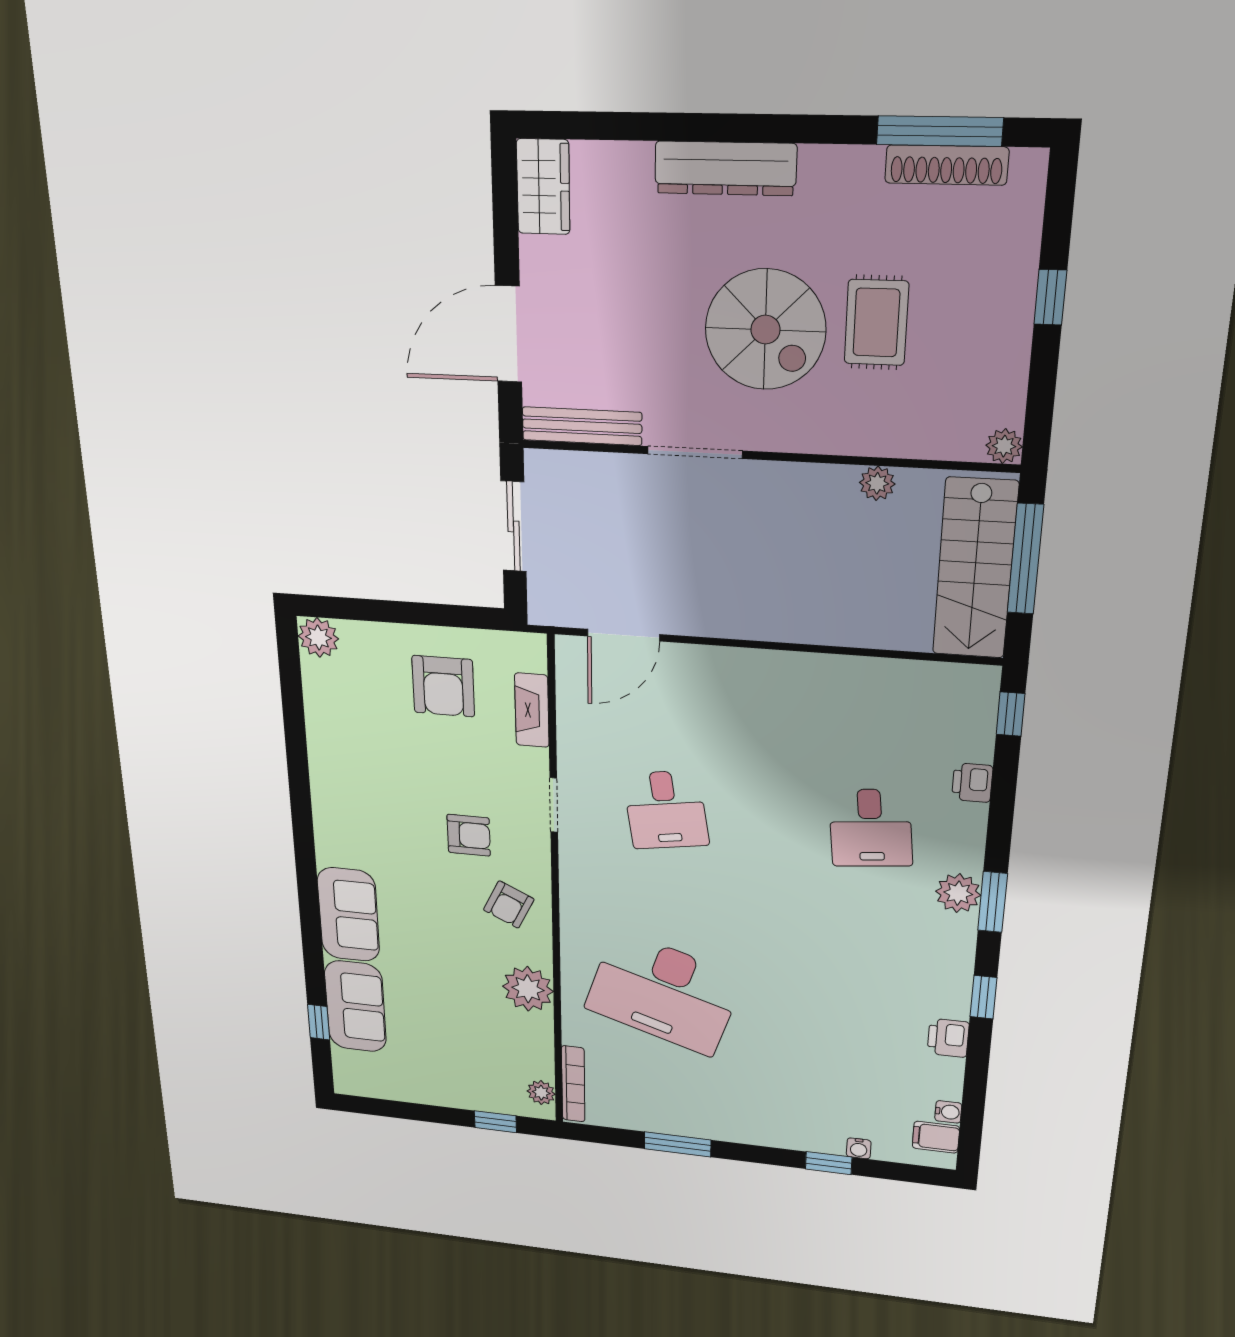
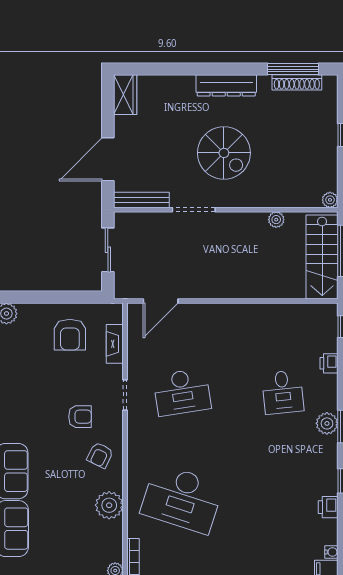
dresser: (725, 168) -> (226, 85), moved
rug: (876, 323) -> (272, 148), removed
desk: (666, 810) -> (182, 392), width x1.37

